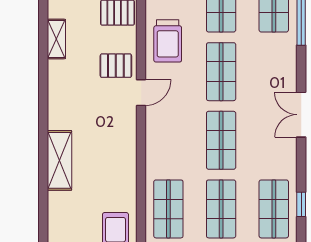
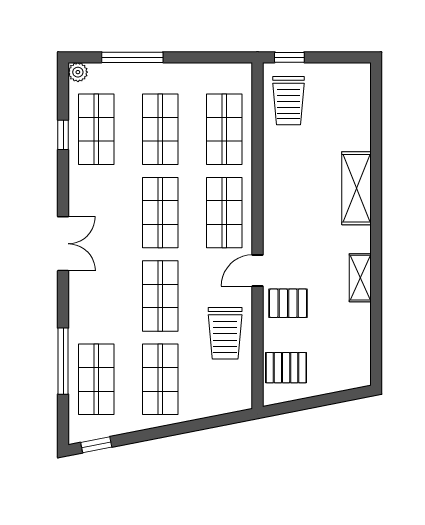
shelving: (56, 39) -> (360, 278), moved
trolley: (168, 41) -> (225, 333), turned 180
shop shelf: (168, 140) -> (224, 213), added

